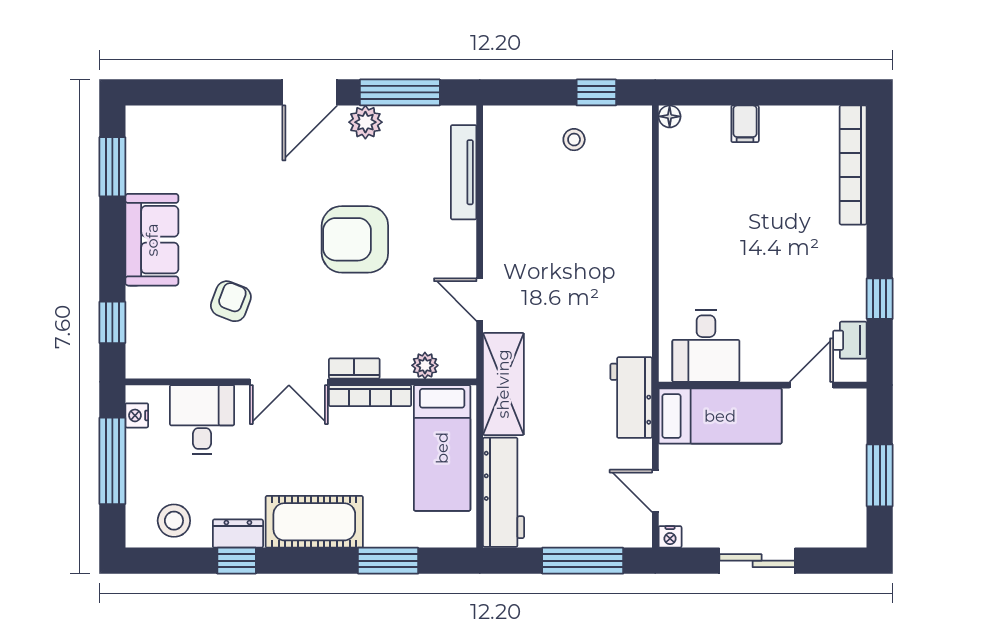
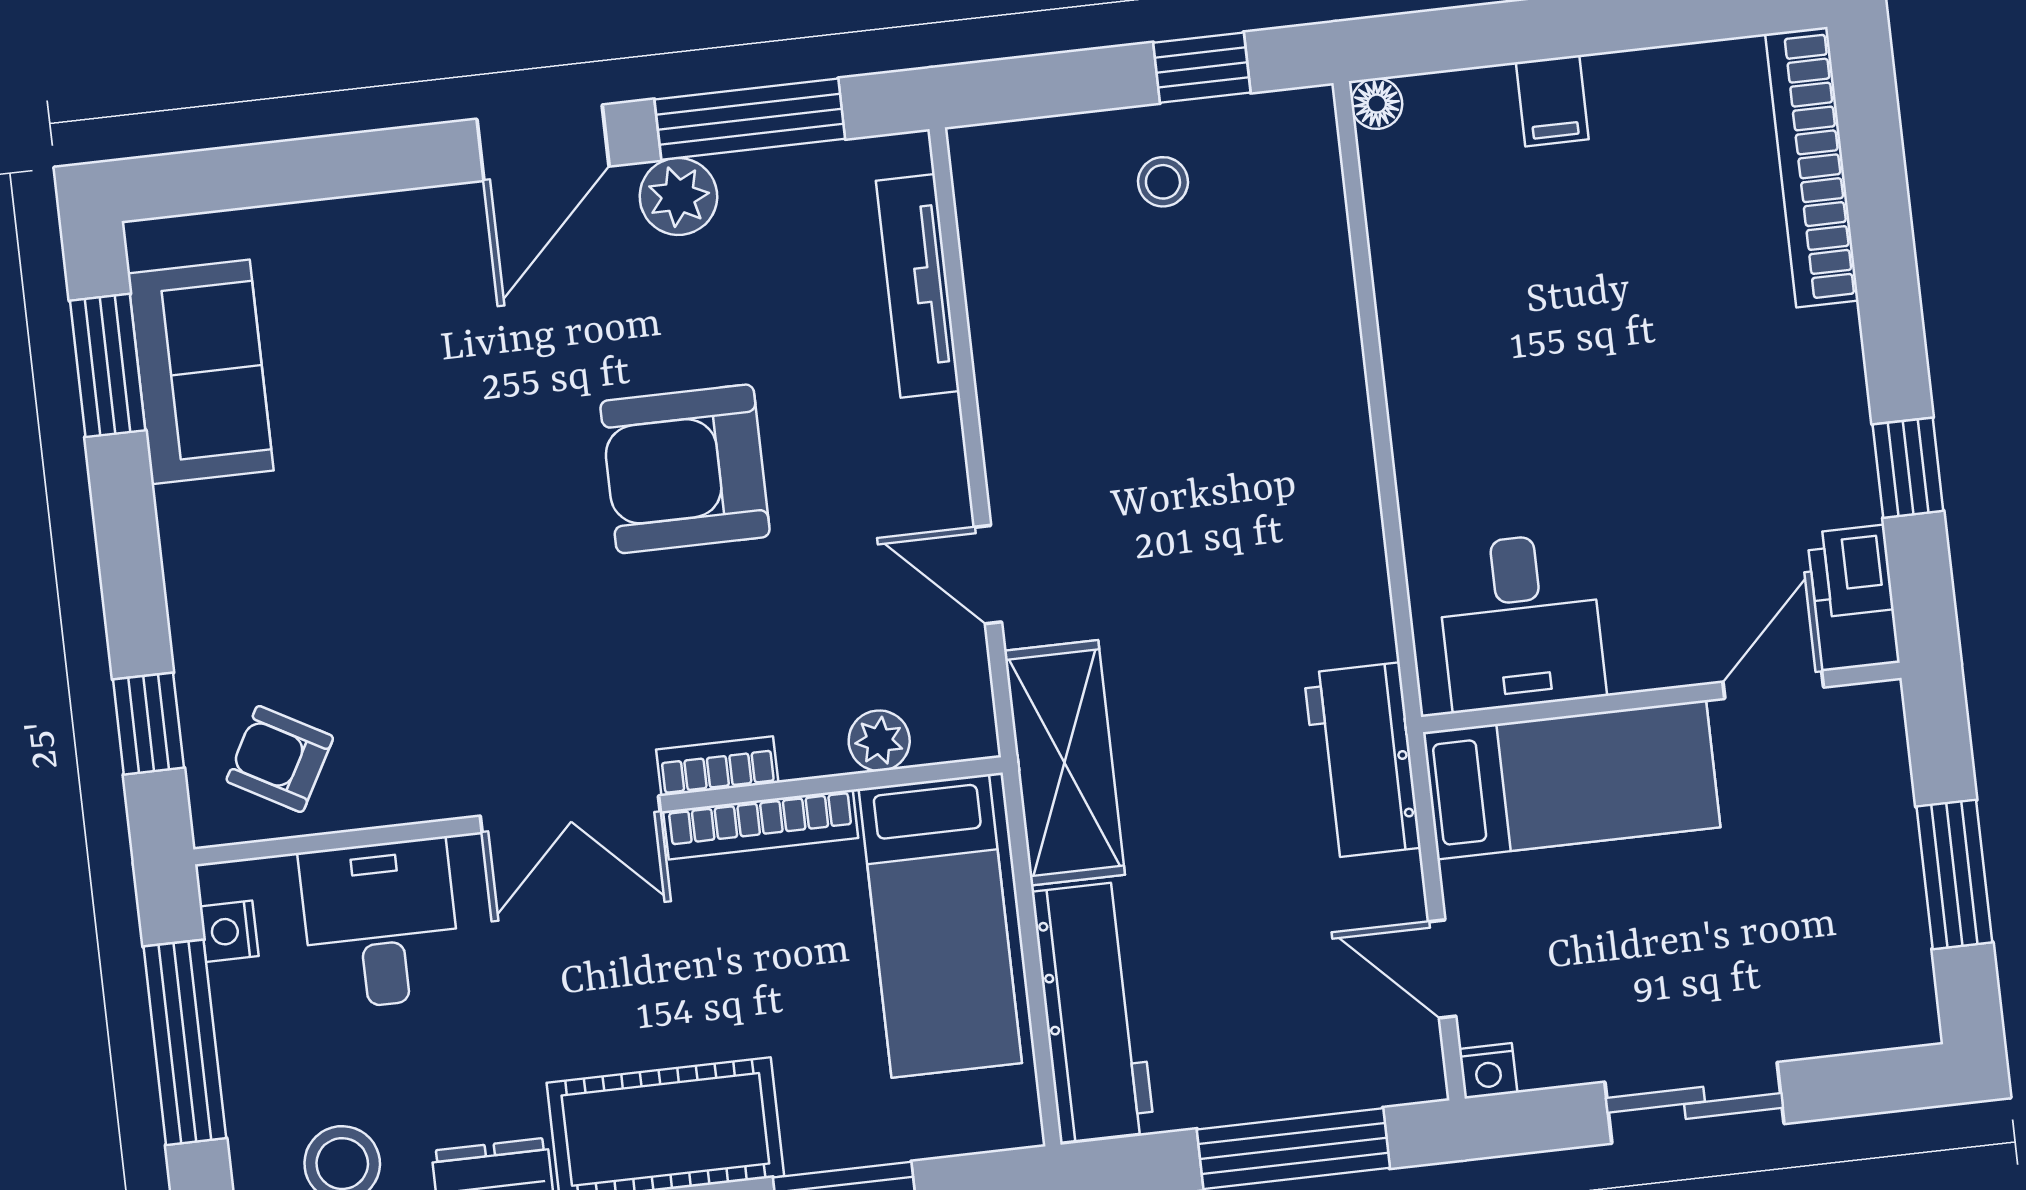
sofa: (152, 240) -> (201, 372), moved
armchair: (231, 301) -> (280, 759), moved, turned -82

